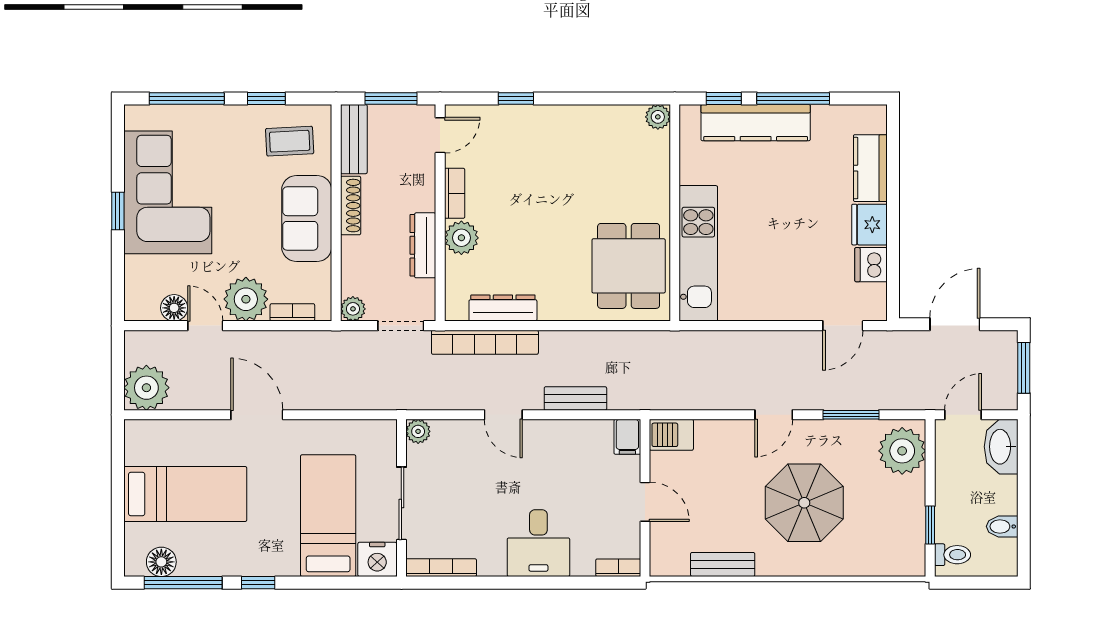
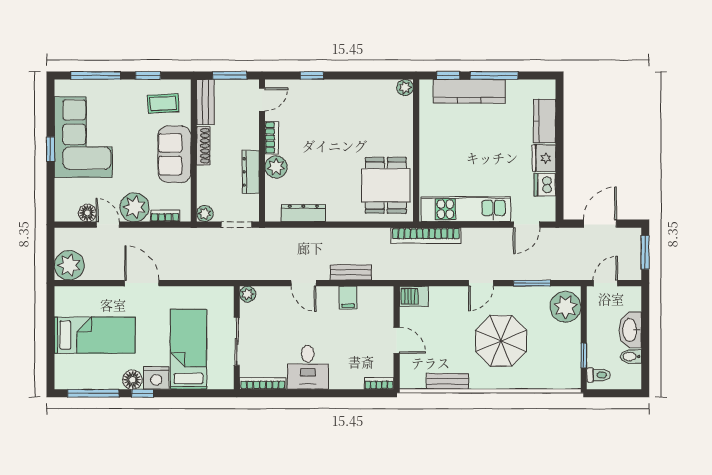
kitchen unit: (698, 253) -> (466, 209), moved, turned -90
bookcase: (485, 342) -> (426, 235), moved
filing cabinet: (627, 437) -> (348, 298), moved
washbasin: (1001, 447) -> (630, 330), moved
desk: (538, 543) -> (308, 367), moved
nightstand: (377, 559) -> (156, 378), moved
floor lamp: (161, 562) -> (132, 380), moved

